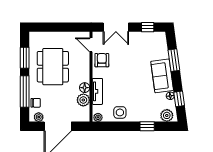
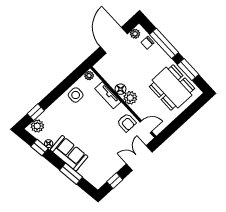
dining table: (53, 67) -> (172, 88), moved
plant: (83, 100) -> (130, 98), moved
window: (147, 126) -> (36, 112), moved

